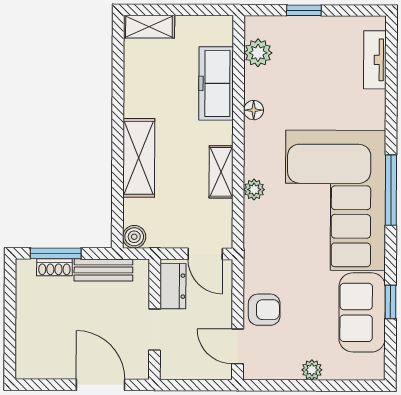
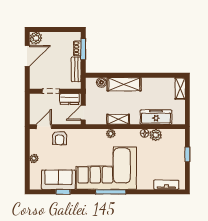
plant: (258, 53) -> (156, 135), moved
boiler: (134, 237) -> (101, 82), moved
plant: (30, 364) -> (36, 38), added
door: (101, 385) -> (27, 56), moved

